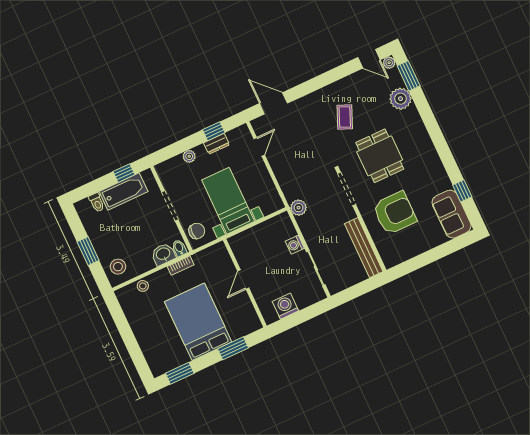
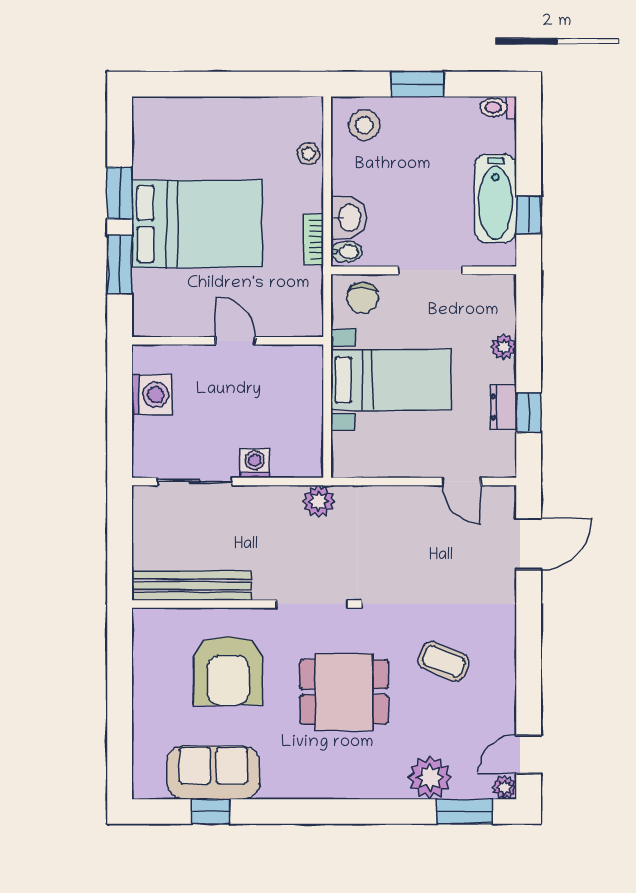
toilet: (97, 202) -> (498, 108), moved
sofa: (452, 214) -> (213, 773), moved
window: (180, 373) -> (120, 193), moved

